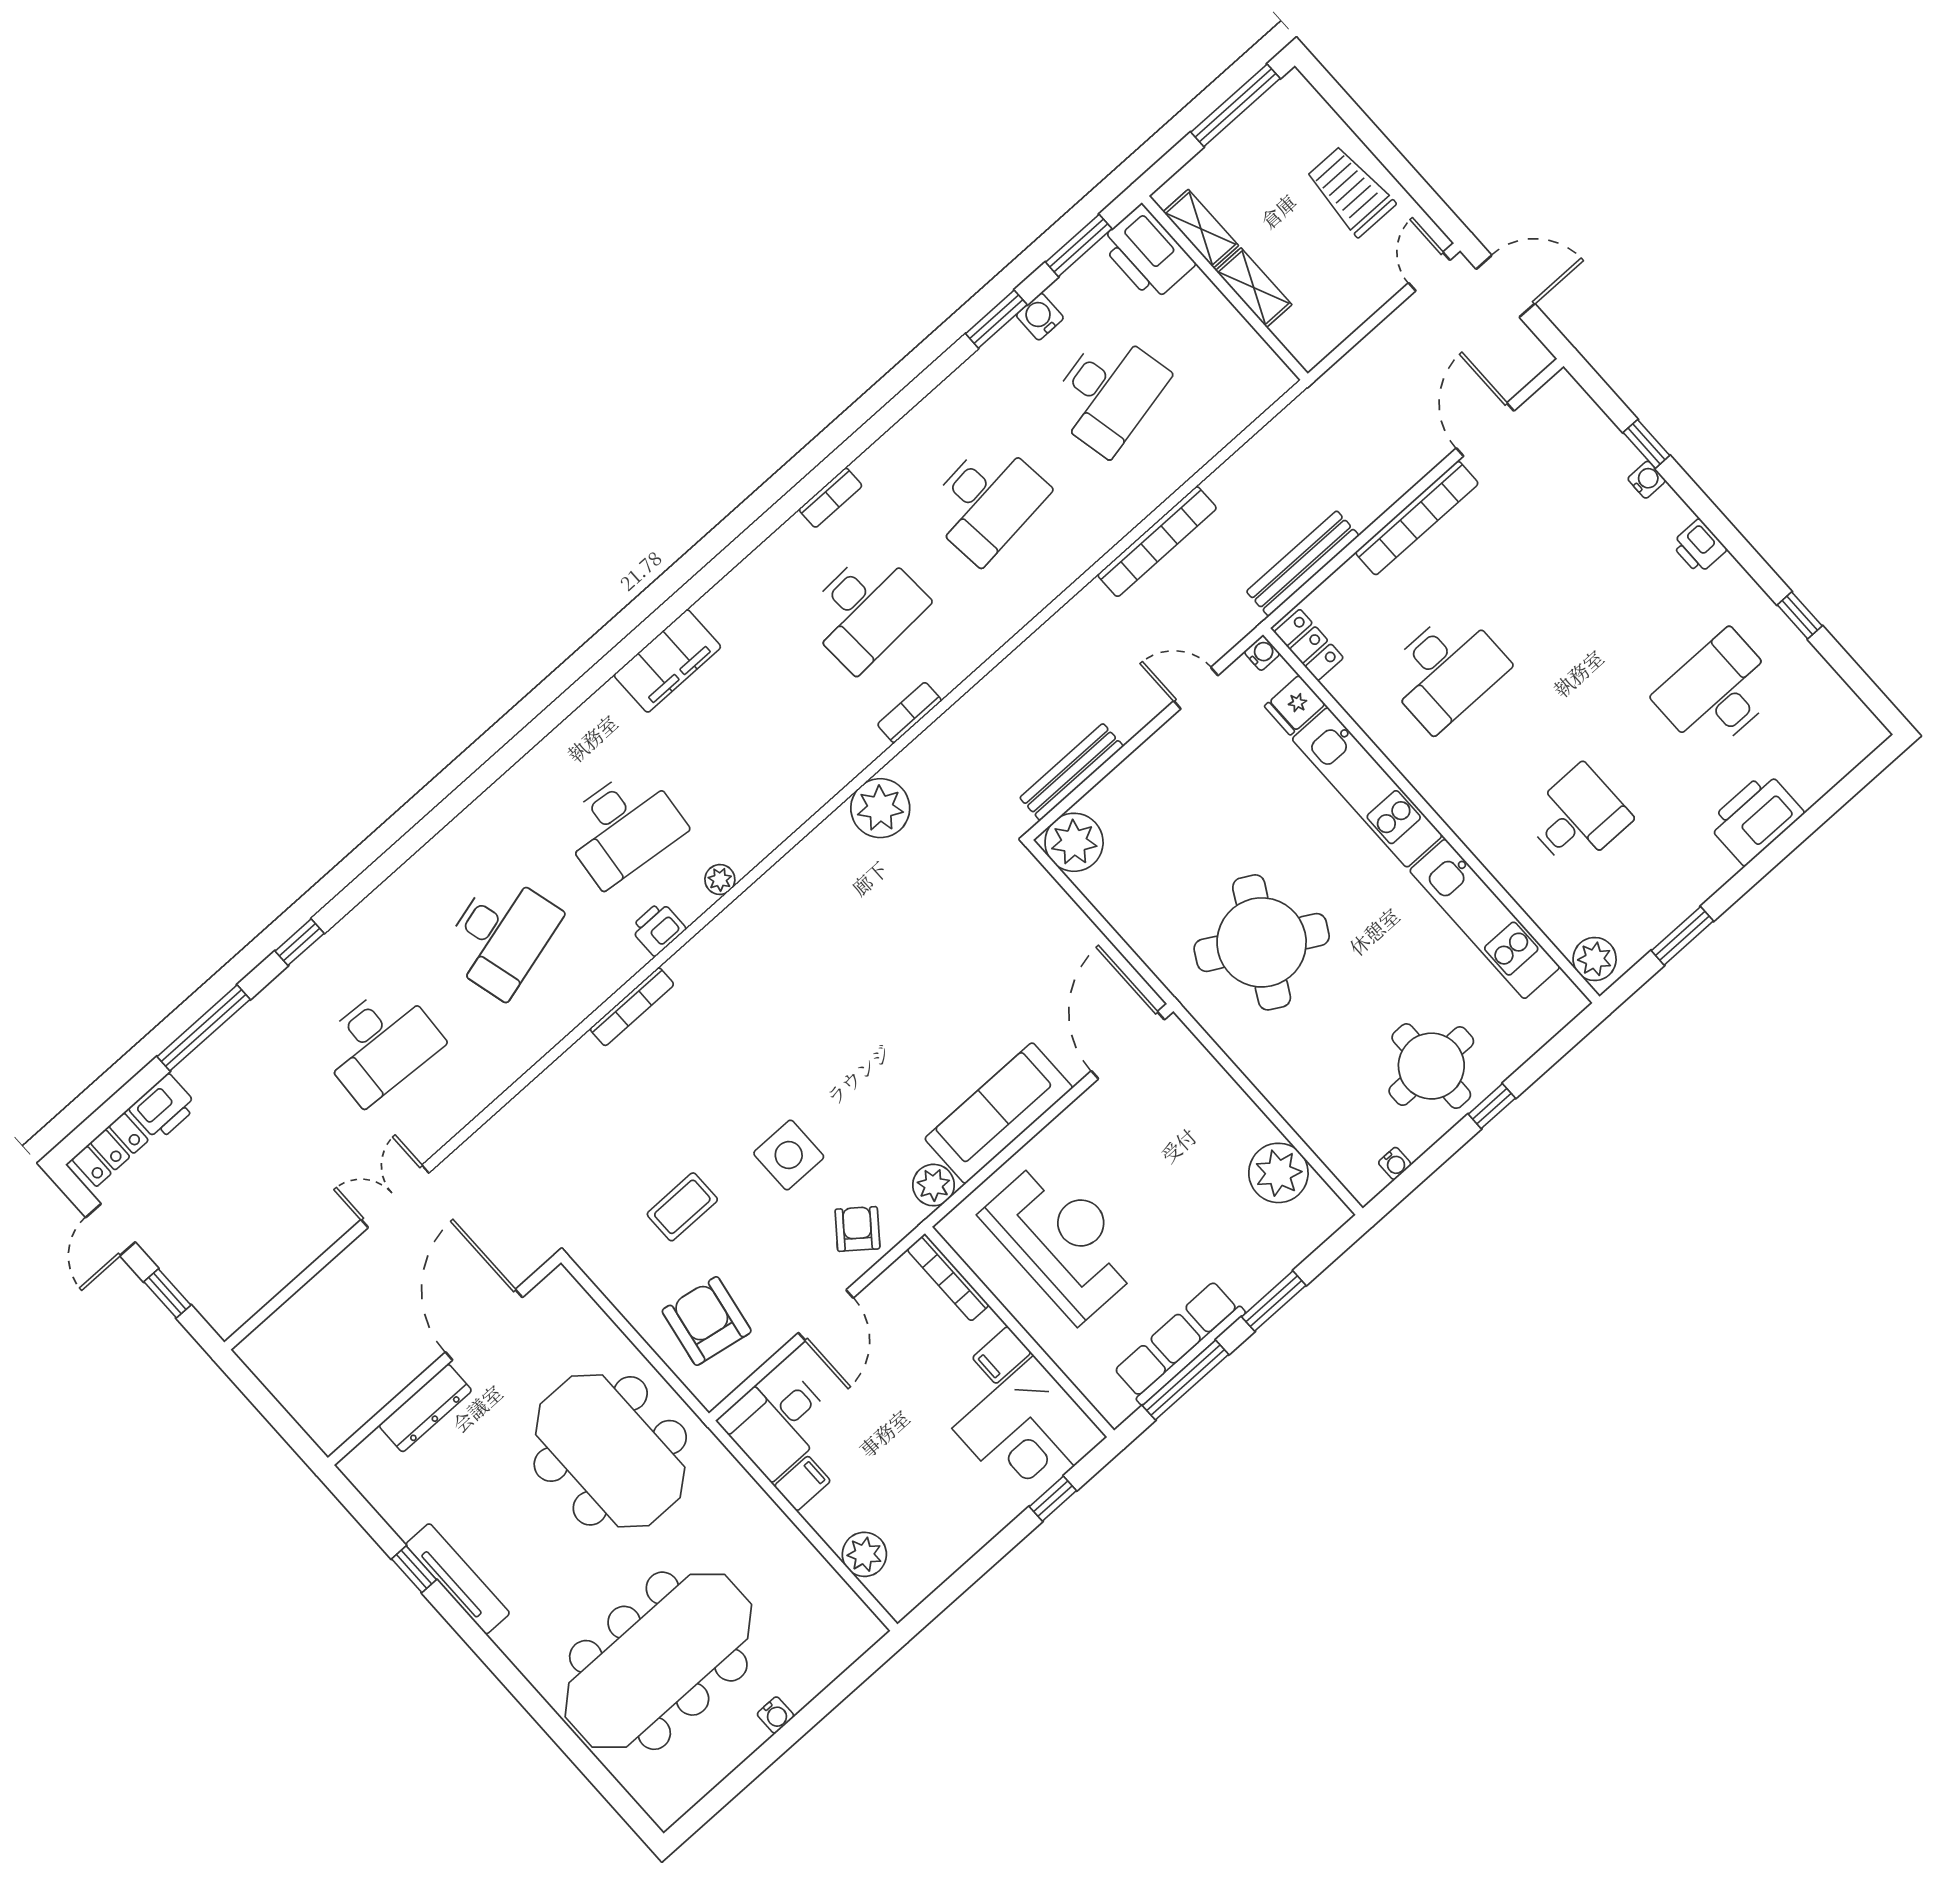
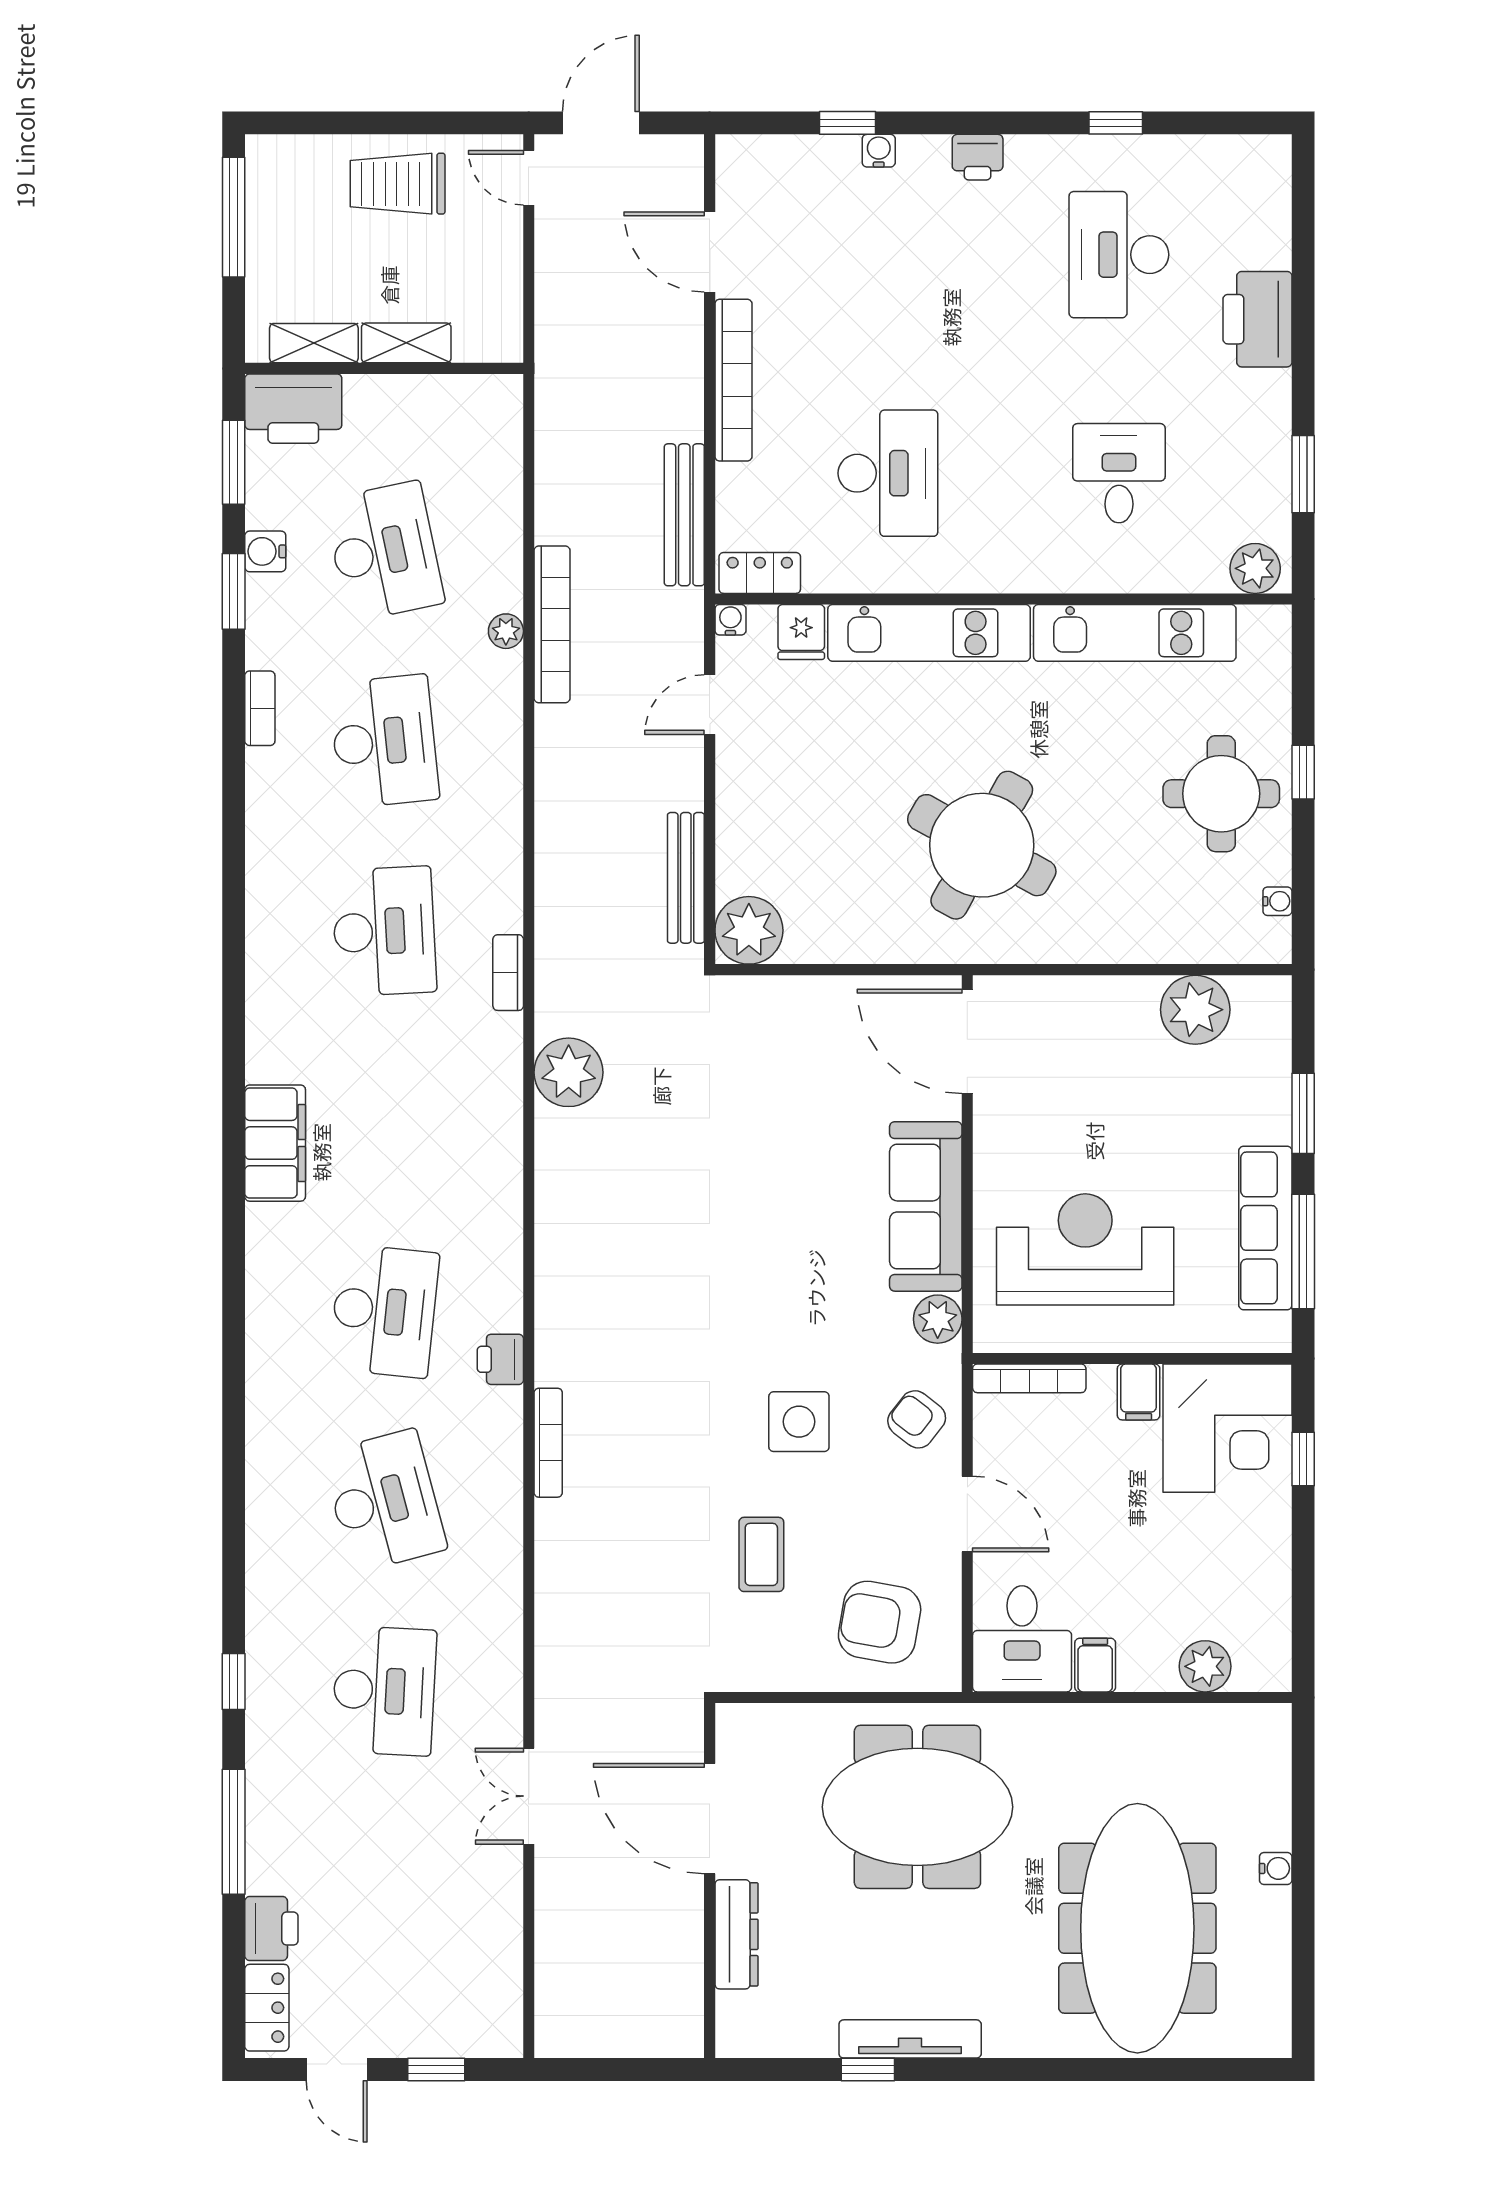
bookcase: (830, 498) -> (260, 708), moved
plant: (720, 880) -> (506, 631), moved

